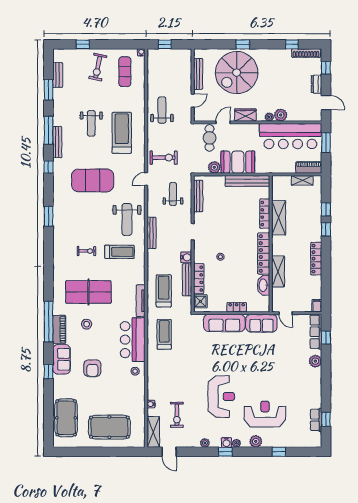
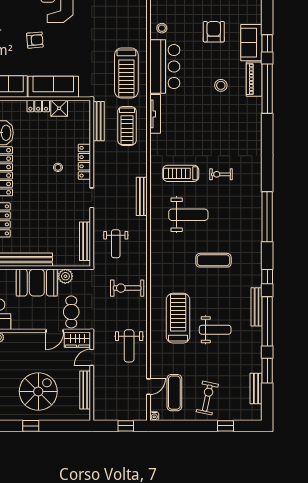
spiral stairs: (237, 73) -> (38, 391), width x0.73, depth x0.73
wardrobe: (245, 115) -> (77, 340), moved
weight bench: (91, 123) -> (215, 330), turned 90
window: (49, 130) -> (267, 321), width x1.46
treadmill: (122, 133) -> (178, 318), turned 180
door: (146, 179) -> (148, 387), moved
exercise mat: (93, 180) -> (213, 260), width x0.50, depth x0.69
window: (49, 216) -> (267, 217), width x2.11
weight bench: (127, 220) -> (188, 215), moved, turned 90
water cooler: (186, 257) -> (100, 167), removed
locker: (199, 279) -> (84, 162), moved
bench: (187, 280) -> (99, 121), moved
table tennis table: (88, 292) -> (219, 124), removed
shower: (200, 301) -> (59, 108), moved
treadmill: (164, 334) -> (126, 73), width x1.37, depth x1.38
armchair: (239, 361) -> (35, 40), added
window: (49, 371) -> (267, 43), moved

